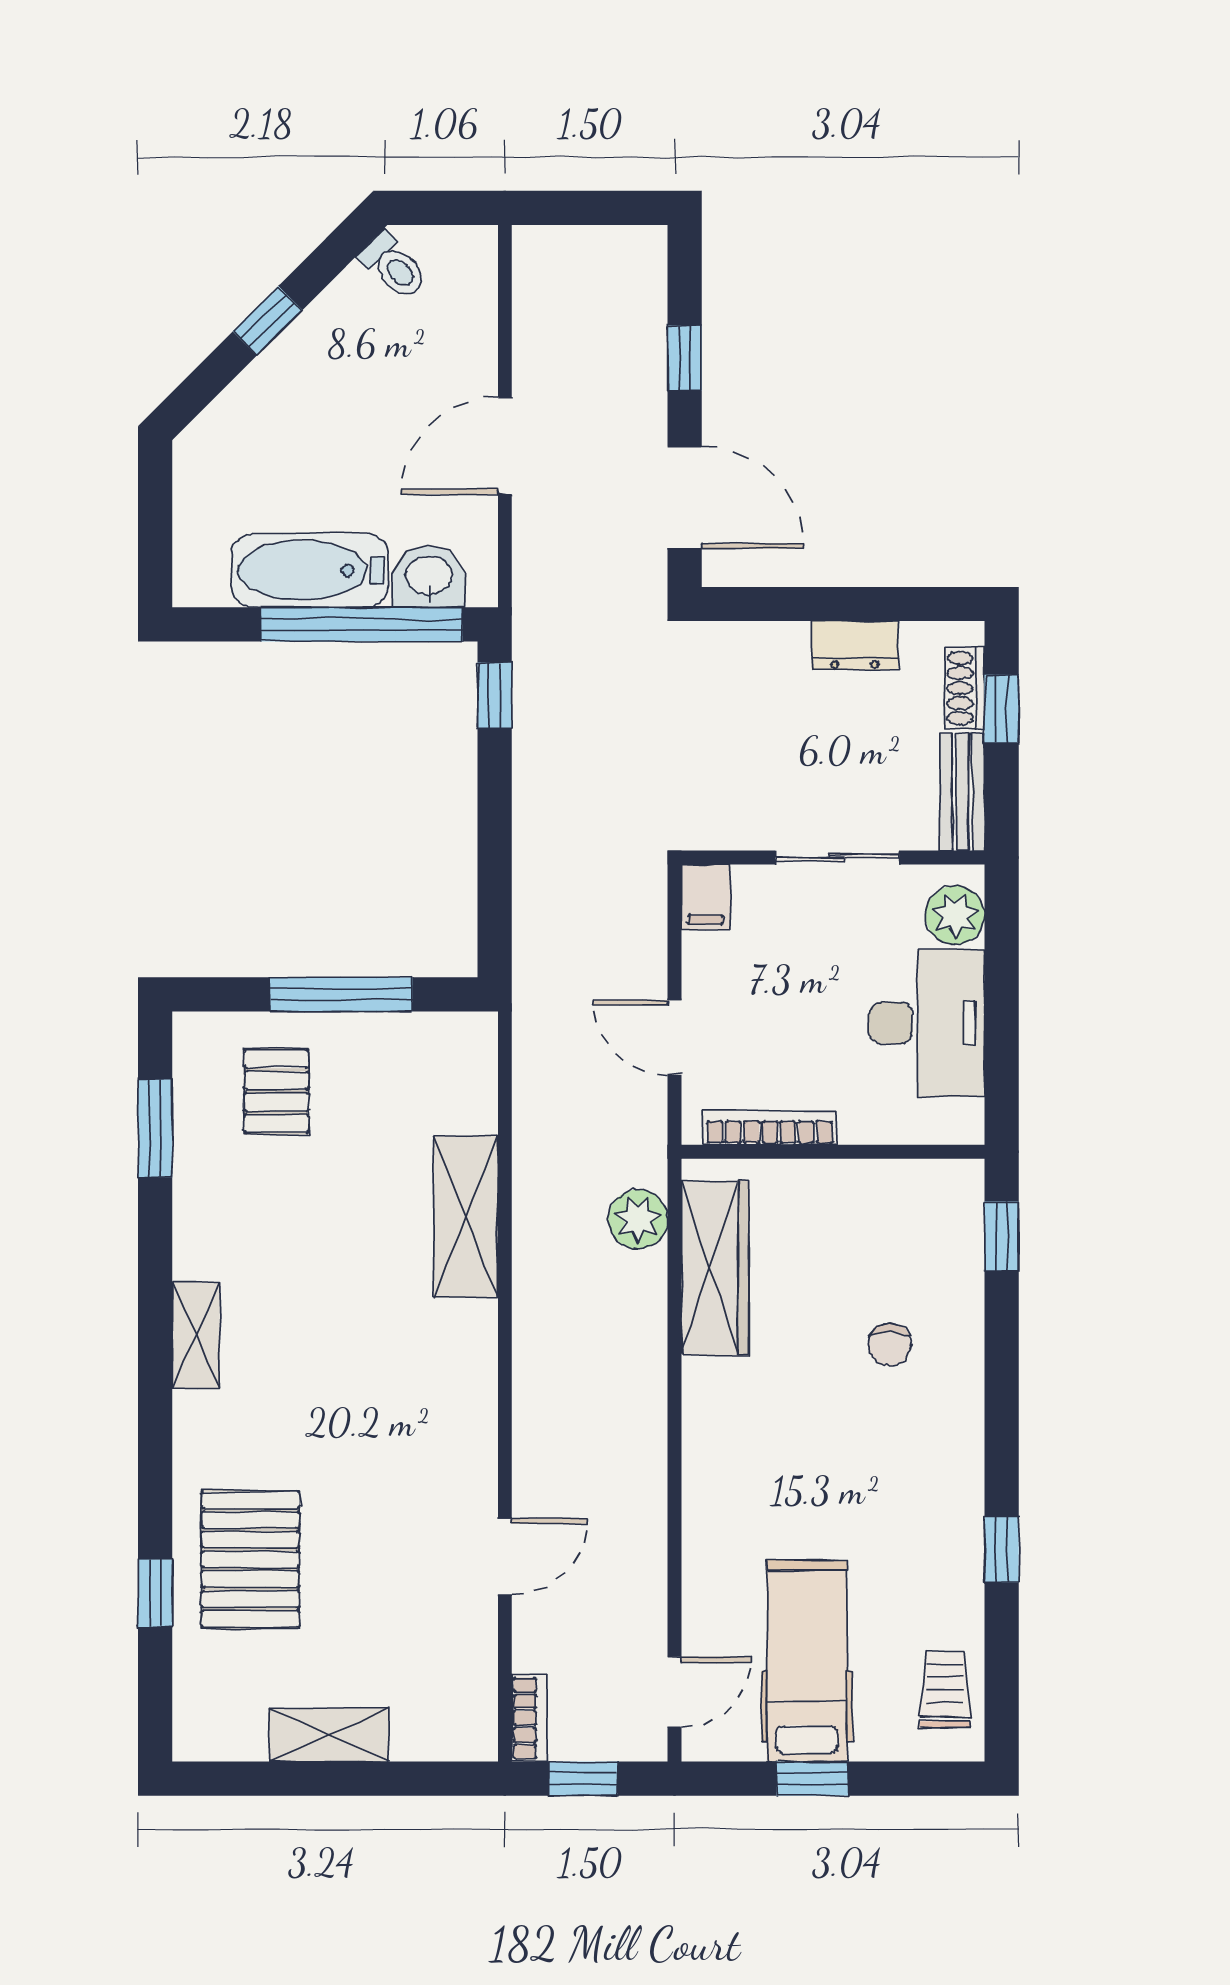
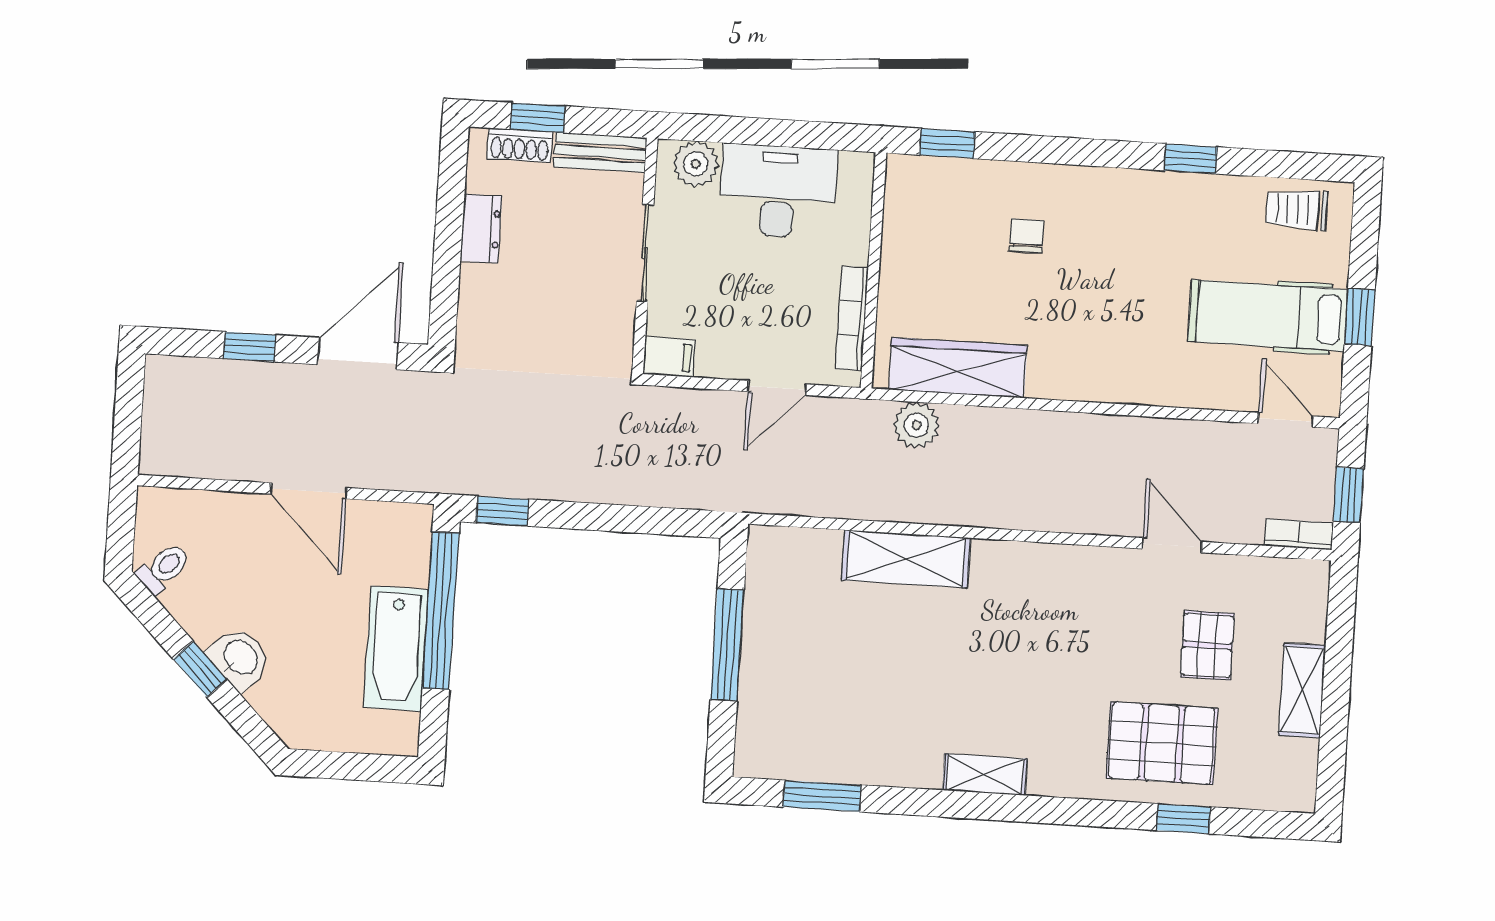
washbasin: (429, 577) -> (240, 658), moved, turned 135
pallet: (276, 1091) -> (1207, 645), moved, turned 90
chair: (890, 1345) -> (1026, 236), turned -90

